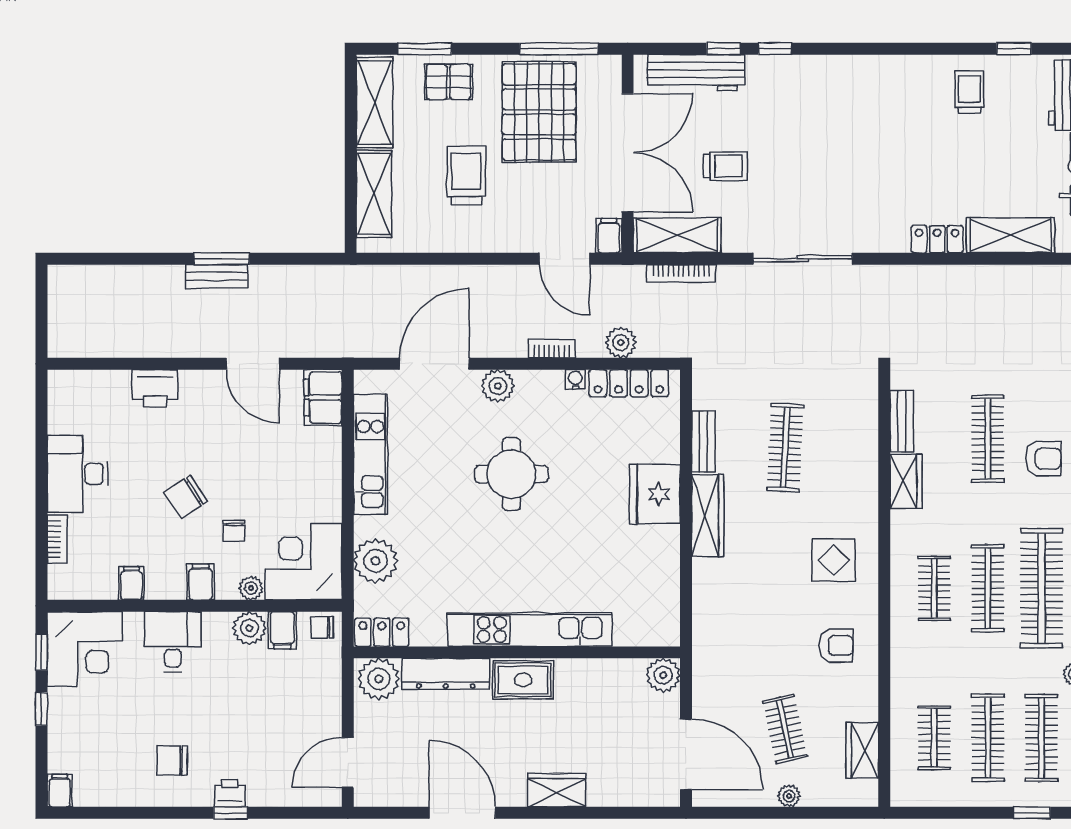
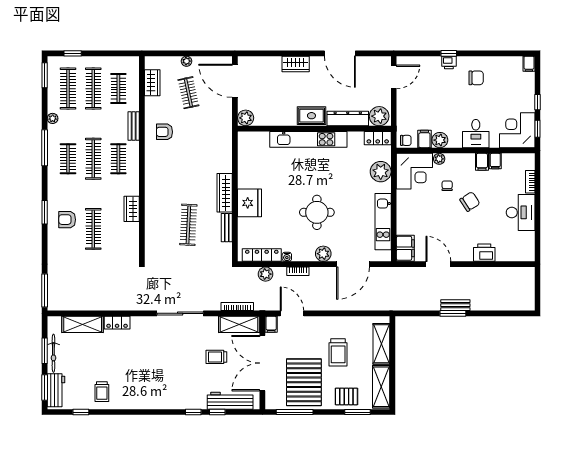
bench: (902, 421) -> (134, 126), moved
display table: (834, 560) -> (166, 172), removed
filing cabinet: (201, 582) -> (482, 162), moved
clothes rail: (1042, 588) -> (68, 159), width x0.54, depth x0.76

